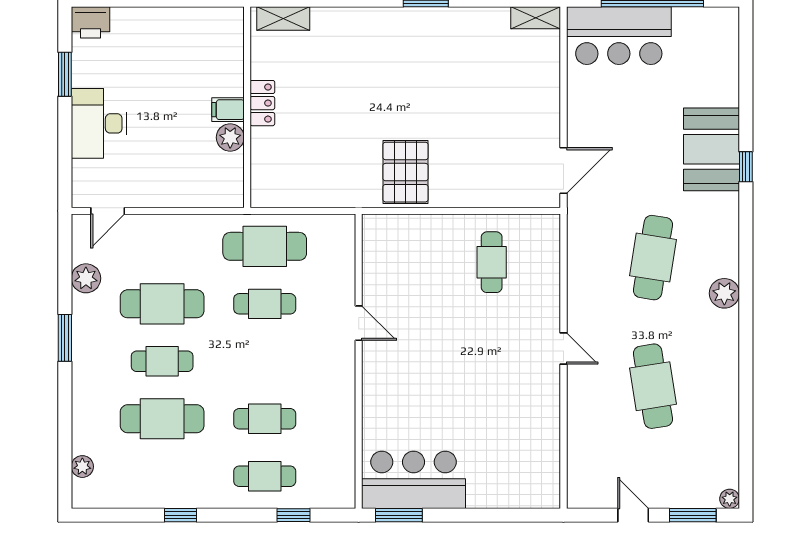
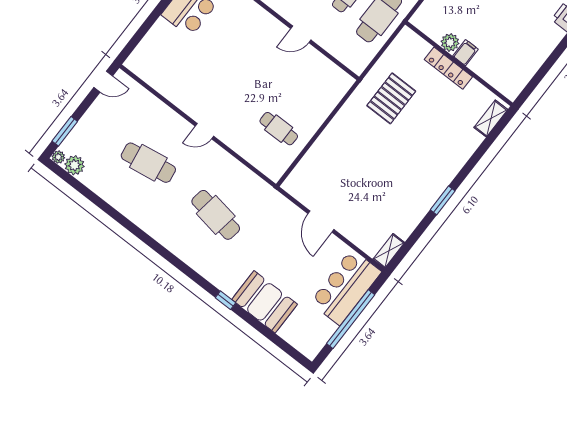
locker: (262, 103) -> (448, 68), width x1.53
booth: (711, 149) -> (265, 302), moved
door: (563, 170) -> (321, 222), moved
pallet: (405, 172) -> (391, 98), moved, turned 90
plant: (724, 293) -> (74, 165), moved
door: (633, 515) -> (103, 82), moved

